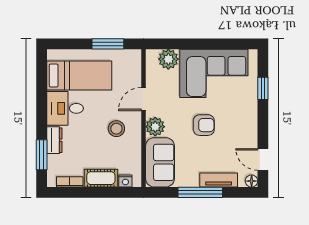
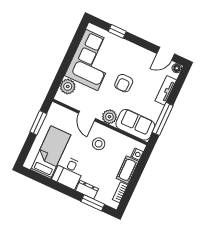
armchair: (204, 125) -> (124, 83), turned 180
window: (200, 192) -> (163, 119), moved

